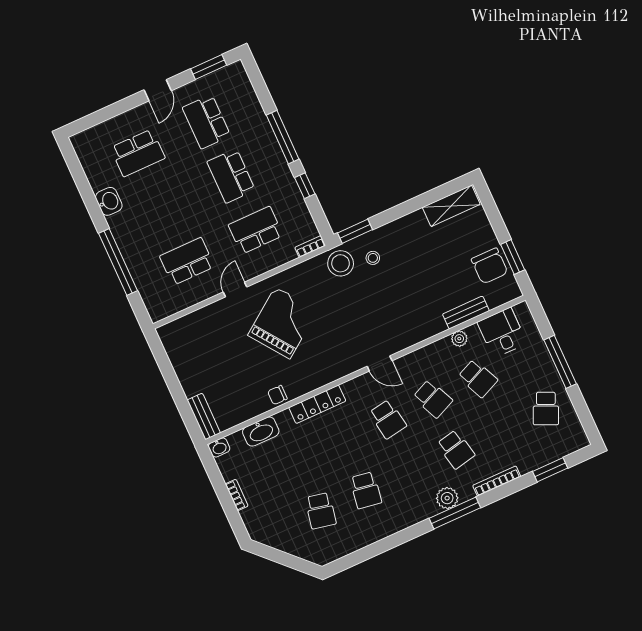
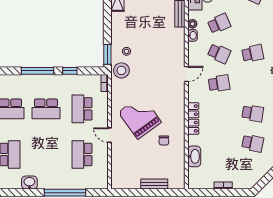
chair: (277, 395) -> (164, 140), moved
school desk: (433, 399) -> (219, 53), turned 48
bench: (204, 417) -> (154, 184), moved
washbasin: (219, 447) -> (193, 35), moved

